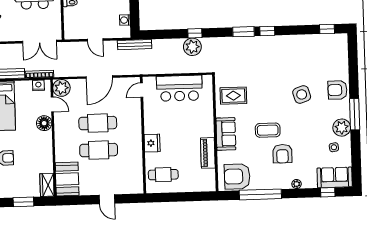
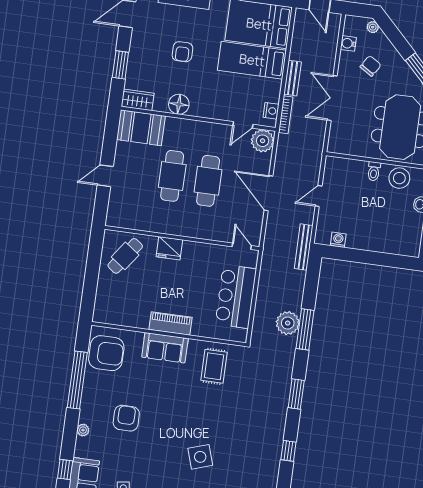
window: (267, 31) -> (288, 451), moved
window: (195, 33) -> (305, 329), width x2.17
double door: (40, 42) -> (332, 98), moved
floor lamp: (44, 123) -> (179, 104), moved
coffee table: (268, 130) -> (161, 404), removed
piano: (208, 153) -> (170, 323), moved
armchair: (282, 154) -> (126, 418), turned 90
cafe table: (163, 175) -> (125, 256), turned 36
armchair: (237, 176) -> (106, 353), turned 90

